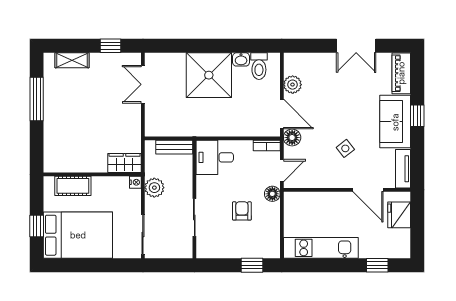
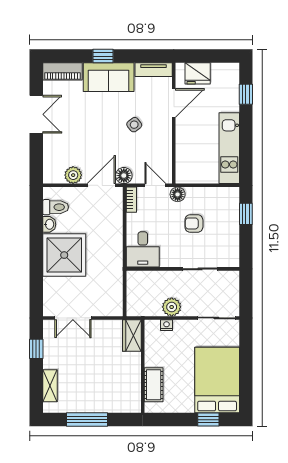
bench: (174, 147) -> (133, 288), removed
wardrobe: (125, 163) -> (132, 336), moved
wall: (92, 174) -> (143, 366), moved
cot: (73, 186) -> (154, 385), moved

